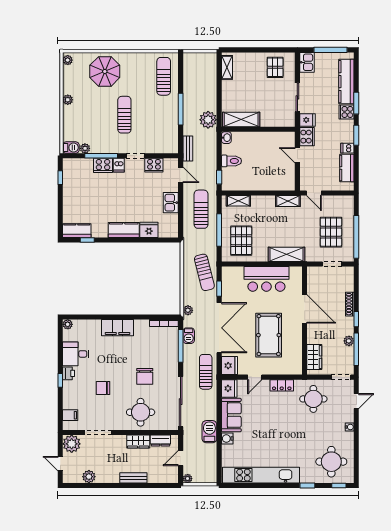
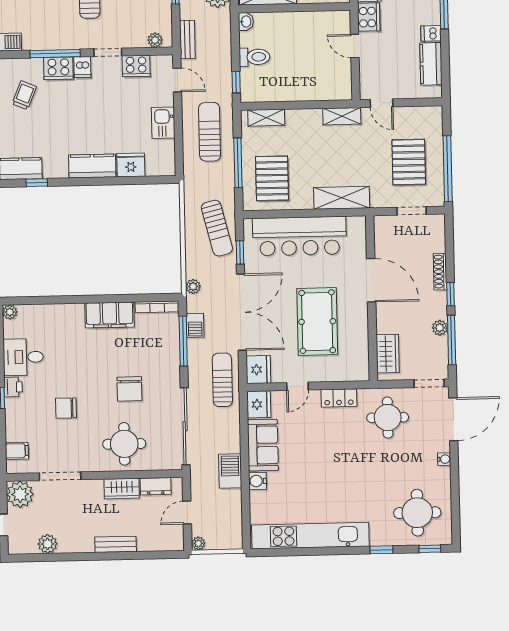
plant: (85, 148) -> (155, 40), moved
trolley: (80, 183) -> (24, 95), added
bar counter: (266, 279) -> (299, 236), width x1.36
filing cabinet: (118, 328) -> (110, 315), moved
door: (356, 401) -> (453, 419), width x1.87

